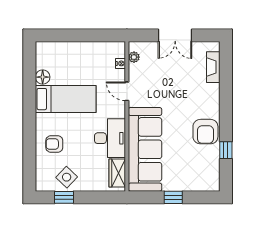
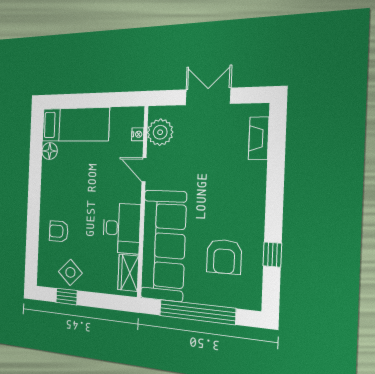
double door: (175, 35) -> (208, 97), swing flipped
plant: (134, 57) -> (160, 132), width x1.87, depth x1.87
bed: (66, 99) -> (75, 125), moved
armchair: (205, 132) -> (224, 257), moved
window: (173, 197) -> (197, 312), width x3.17

